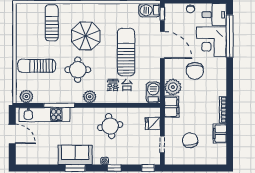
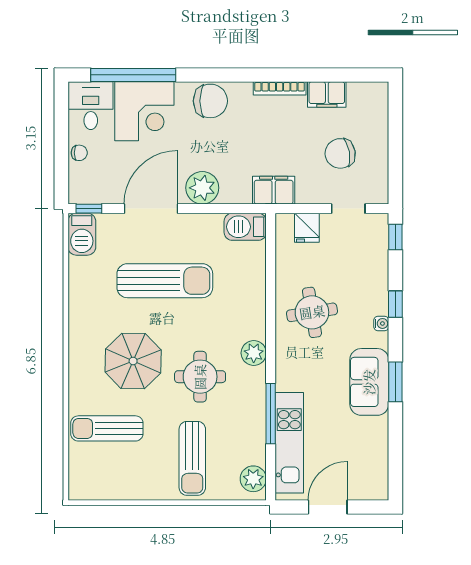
sun lounger: (126, 52) -> (165, 281), turned 180
chair: (195, 71) -> (210, 101), moved
plant: (173, 87) -> (202, 188), moved

